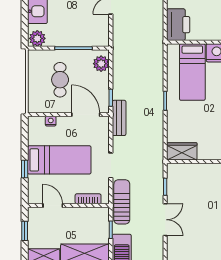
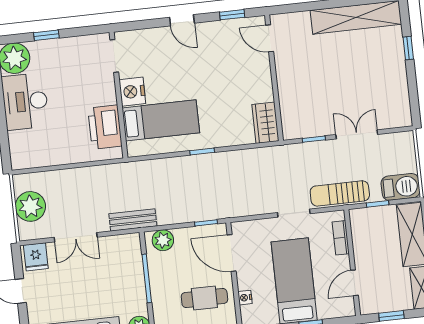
printer: (178, 25) -> (105, 127), moved, turned -90
cafe table: (60, 80) -> (204, 298), moved
door: (86, 115) -> (232, 253), hinge flipped
bench: (119, 118) -> (133, 220), moved

